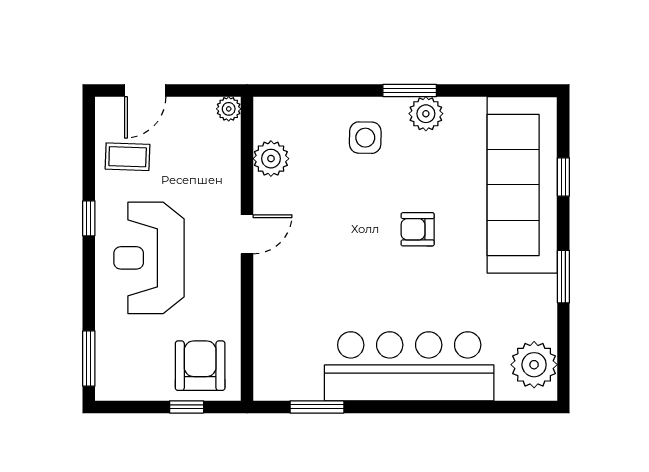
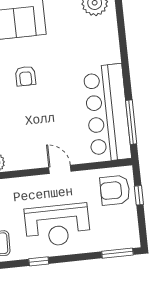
door: (247, 234) -> (60, 169), moved
bar counter: (409, 366) -> (107, 113), moved
window: (317, 407) -> (131, 122), width x1.44

